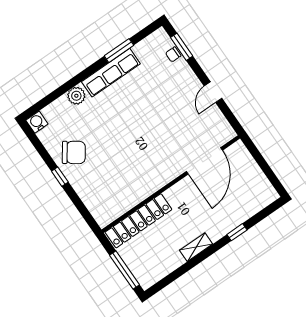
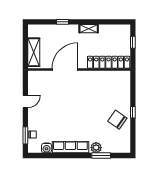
window: (119, 51) -> (101, 156), moved
water cooler: (37, 122) -> (47, 148), moved
door: (204, 161) -> (65, 70), moved
shelving: (247, 165) -> (34, 52), added
window: (125, 270) -> (133, 42), width x0.46

